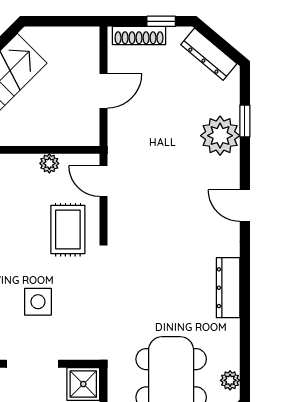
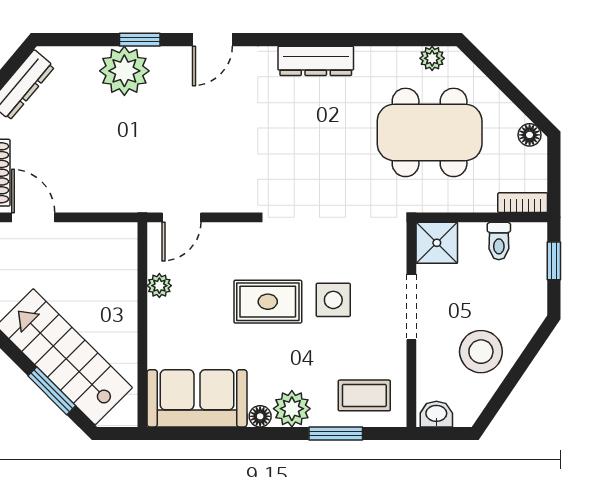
door: (104, 91) -> (33, 217), moved
window: (245, 121) -> (140, 40), moved
rug: (68, 229) -> (268, 302), moved

